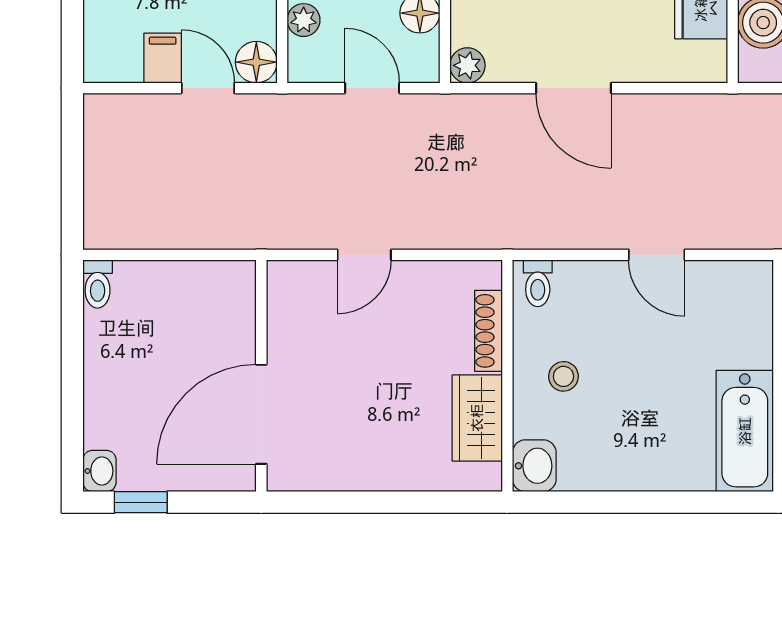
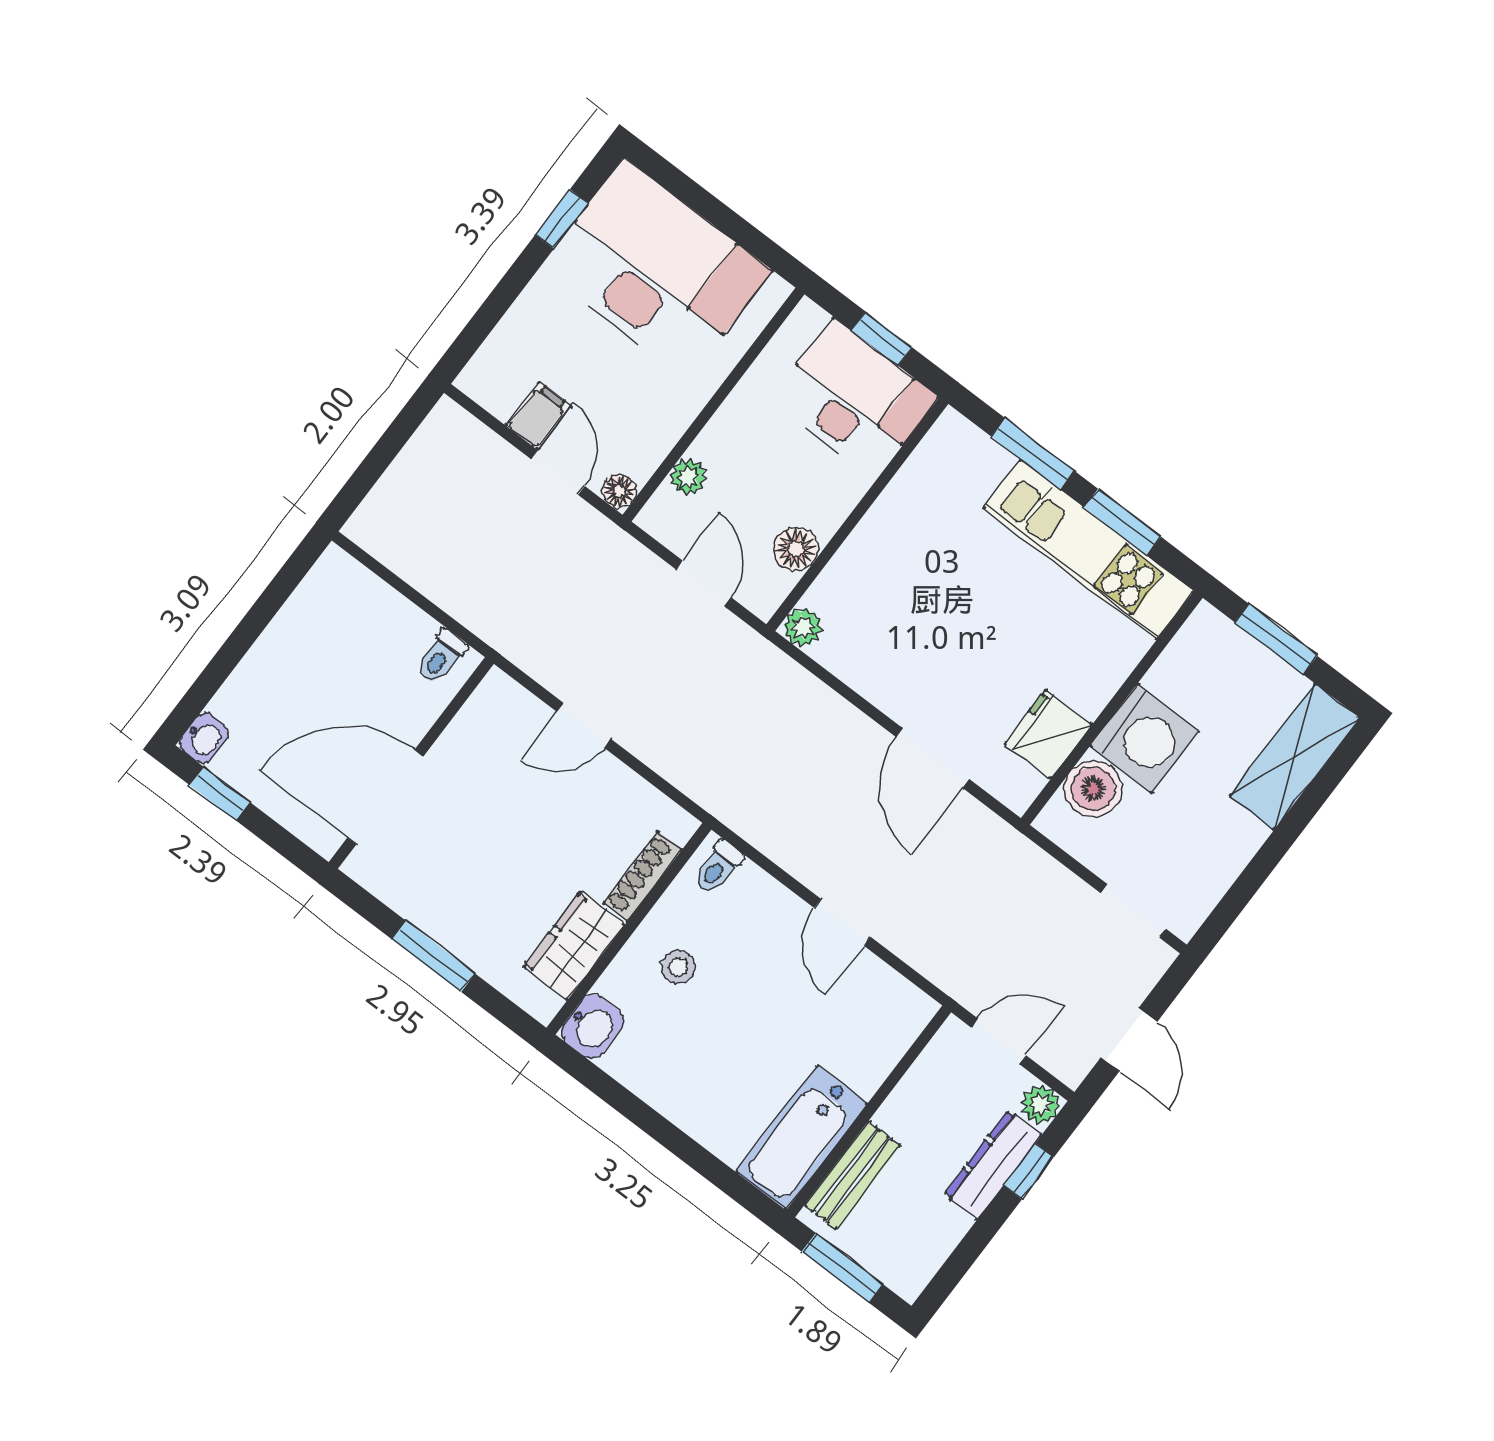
floor lamp: (256, 62) -> (619, 491), width x0.73, depth x0.73
door: (574, 88) -> (933, 758), moved
toilet: (98, 284) -> (441, 657), moved
window: (382, 502) -> (433, 956), added

